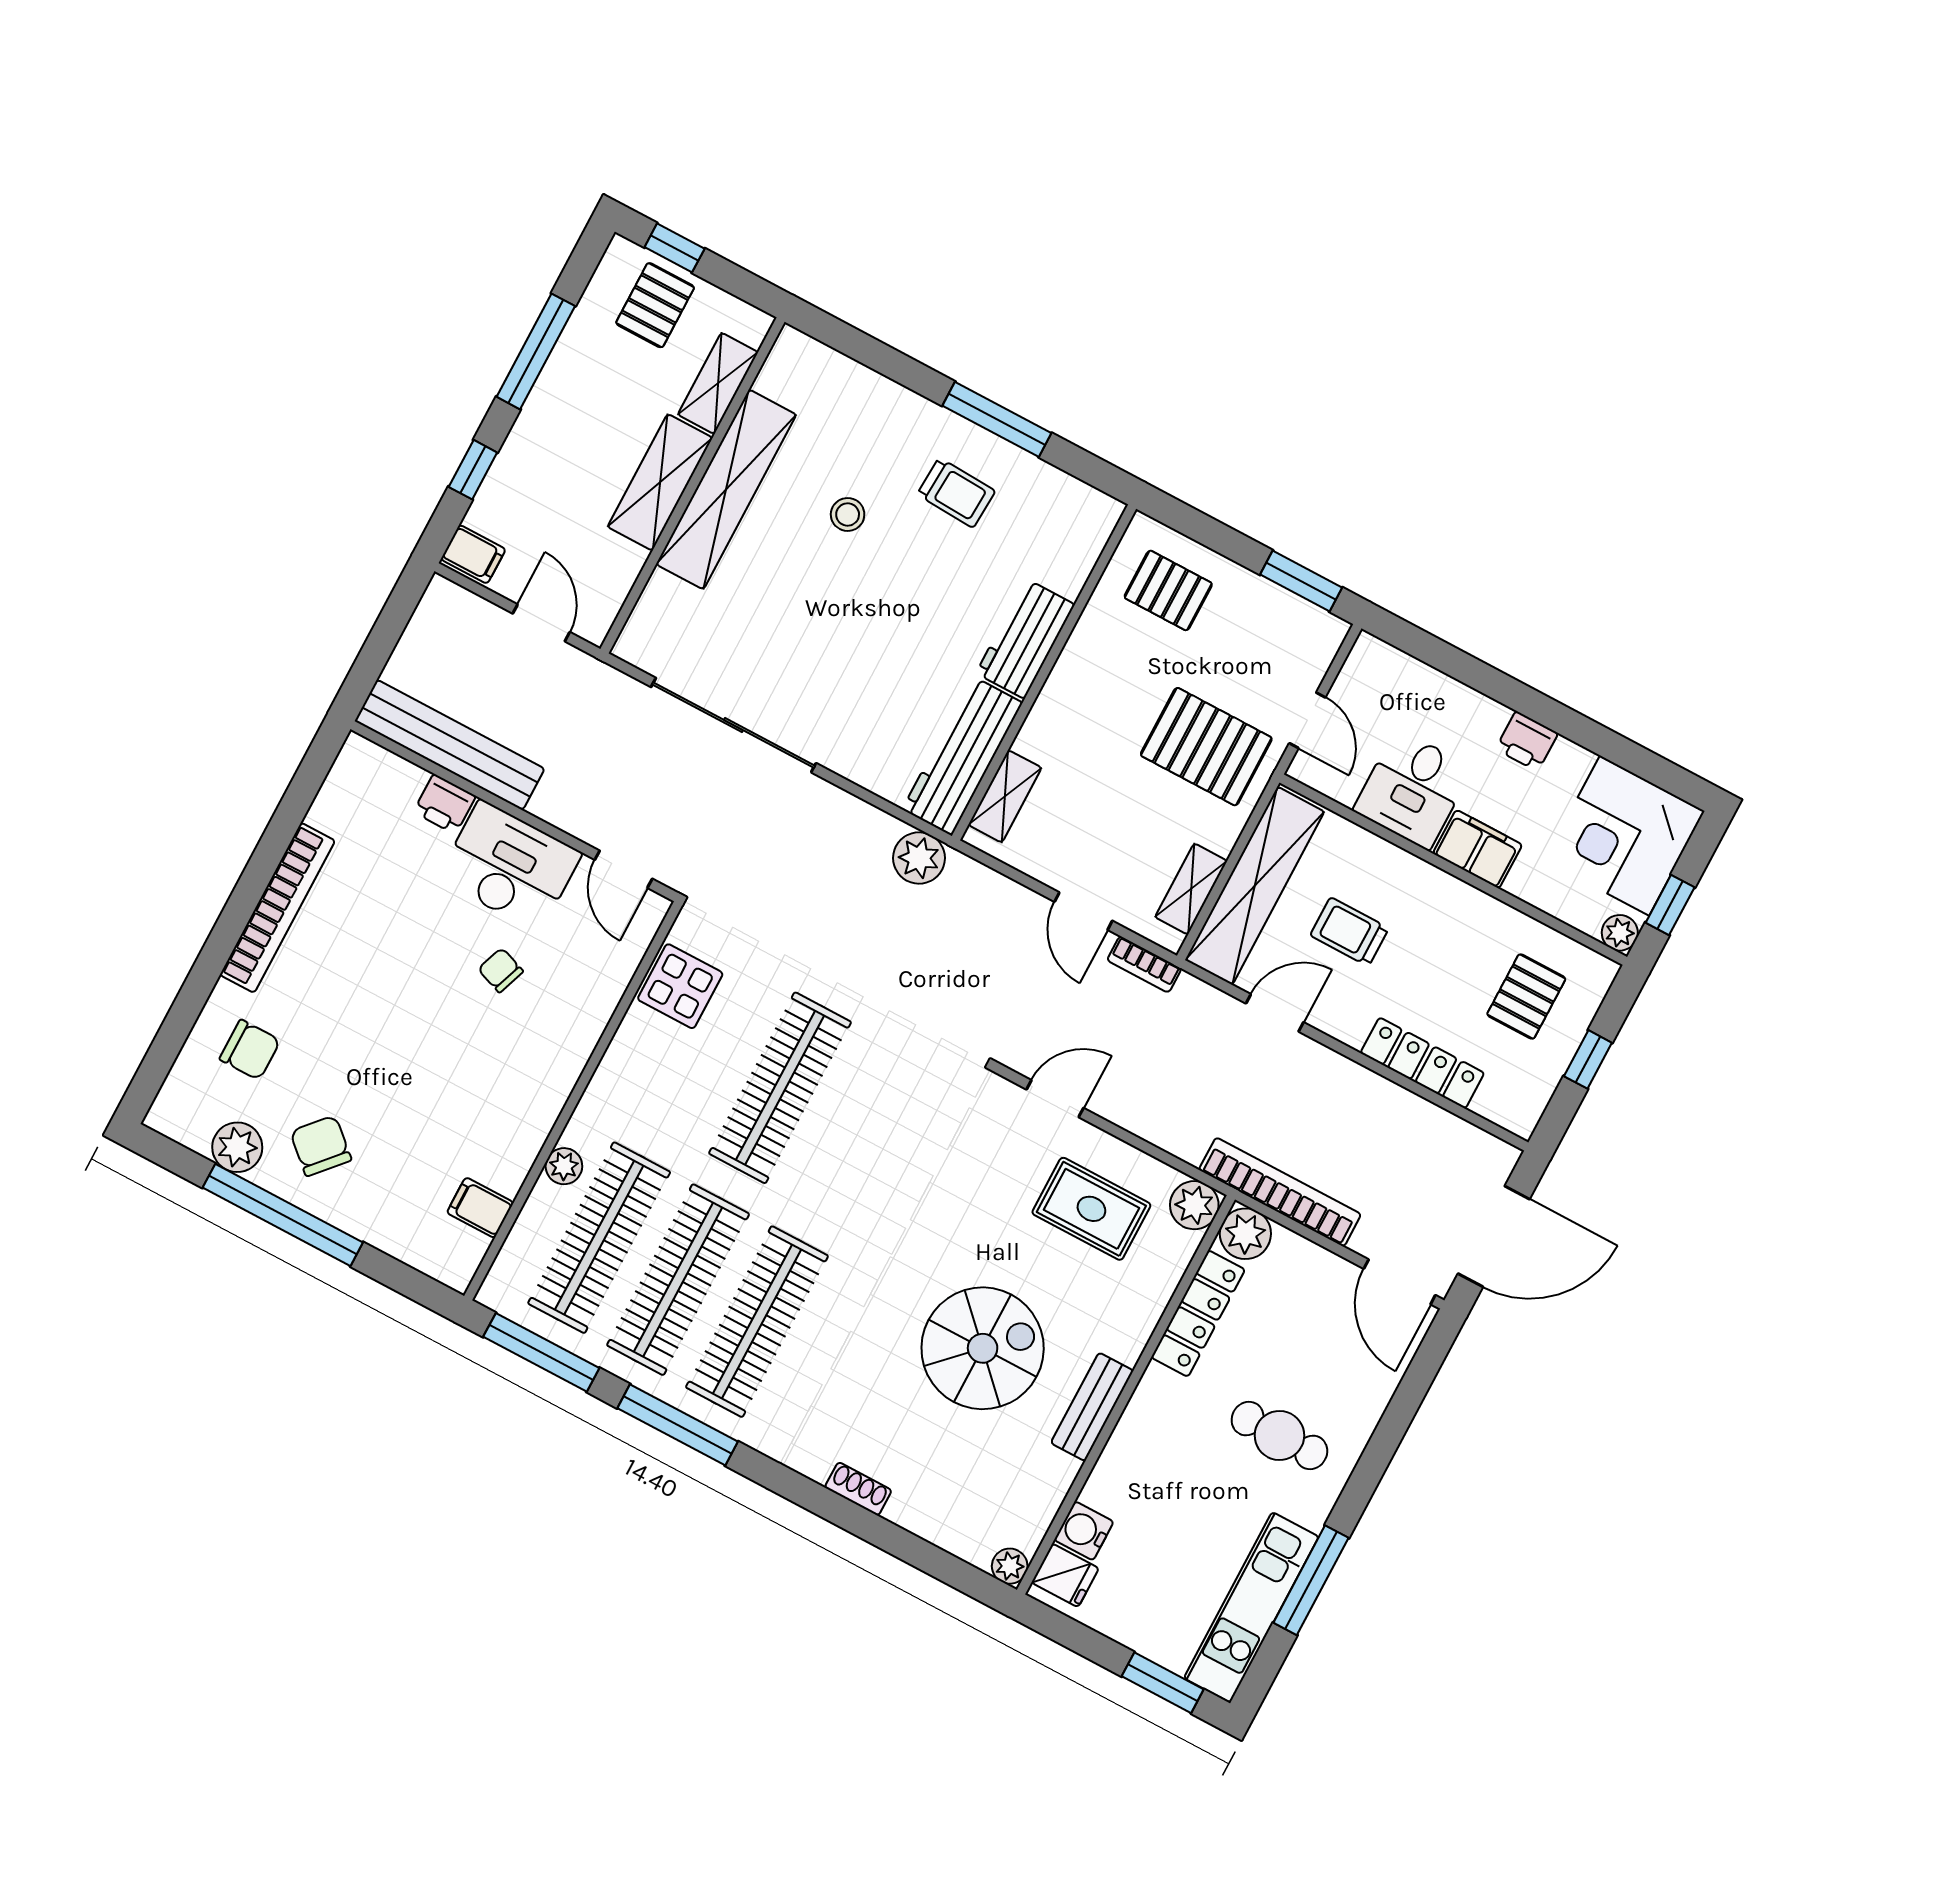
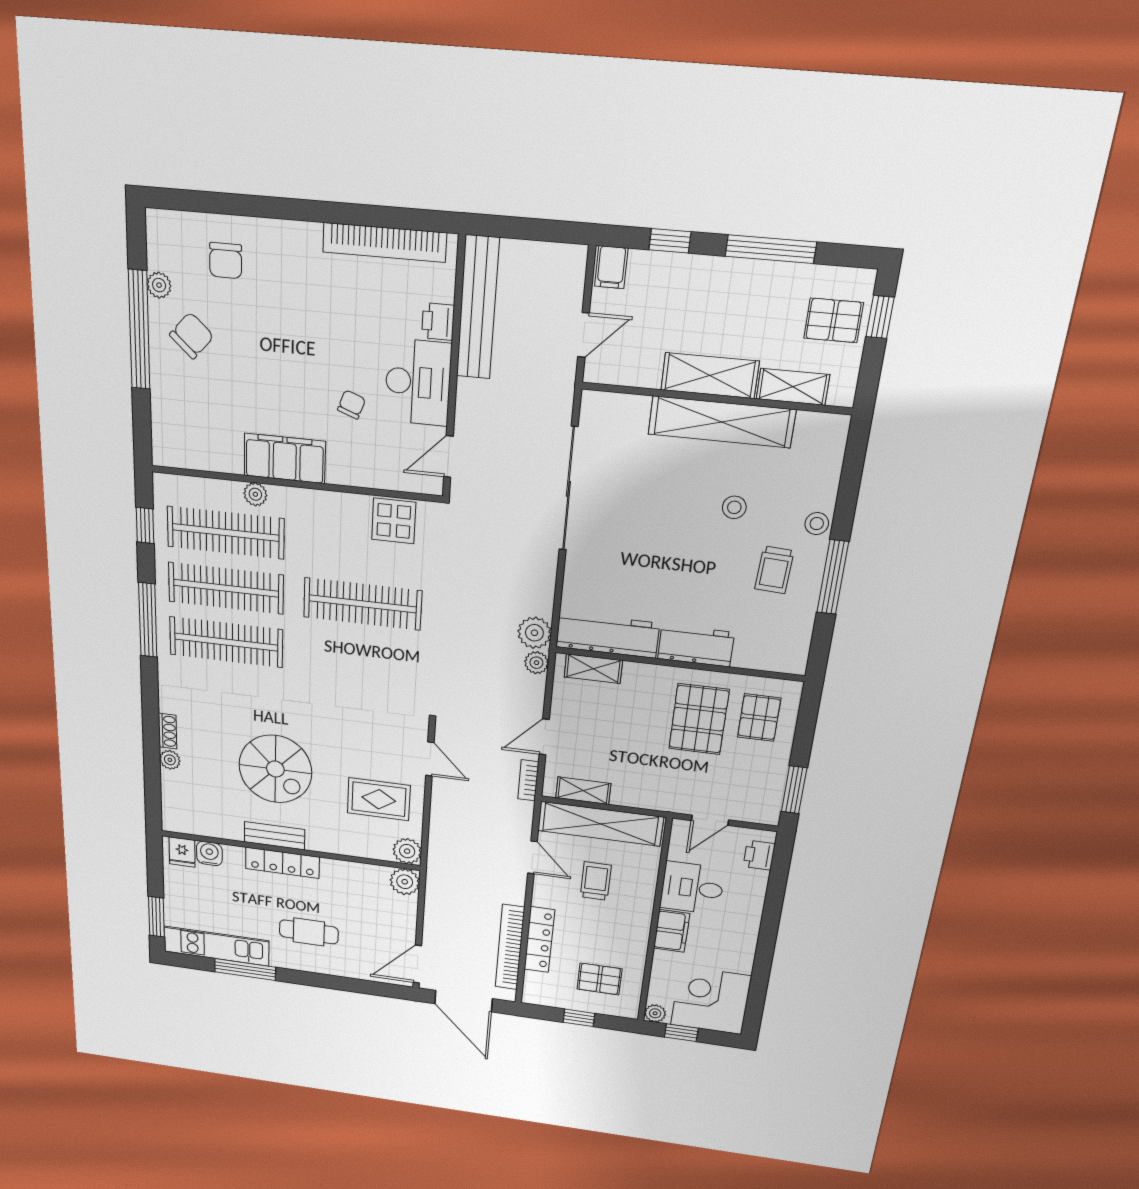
stool: (913, 415) -> (817, 524), added
printer: (1527, 741) -> (759, 855), moved
pallet: (1206, 747) -> (699, 719), moved
plant: (965, 874) -> (536, 663), added
bookcase: (277, 908) -> (384, 242), moved
plant: (237, 1147) -> (159, 285), width x0.73, depth x0.73
bookcase: (1280, 1192) -> (510, 947), moved, turned 180
filing cabinet: (480, 1208) -> (285, 458), moved, width x3.00, depth x1.17
rug: (1091, 1209) -> (379, 799), turned 90
locker: (1198, 1313) -> (282, 863), moved
window: (541, 1352) -> (145, 525), width x0.46
cafe table: (1279, 1435) -> (309, 932), turned 90
plant: (1010, 1566) -> (170, 760), moved

